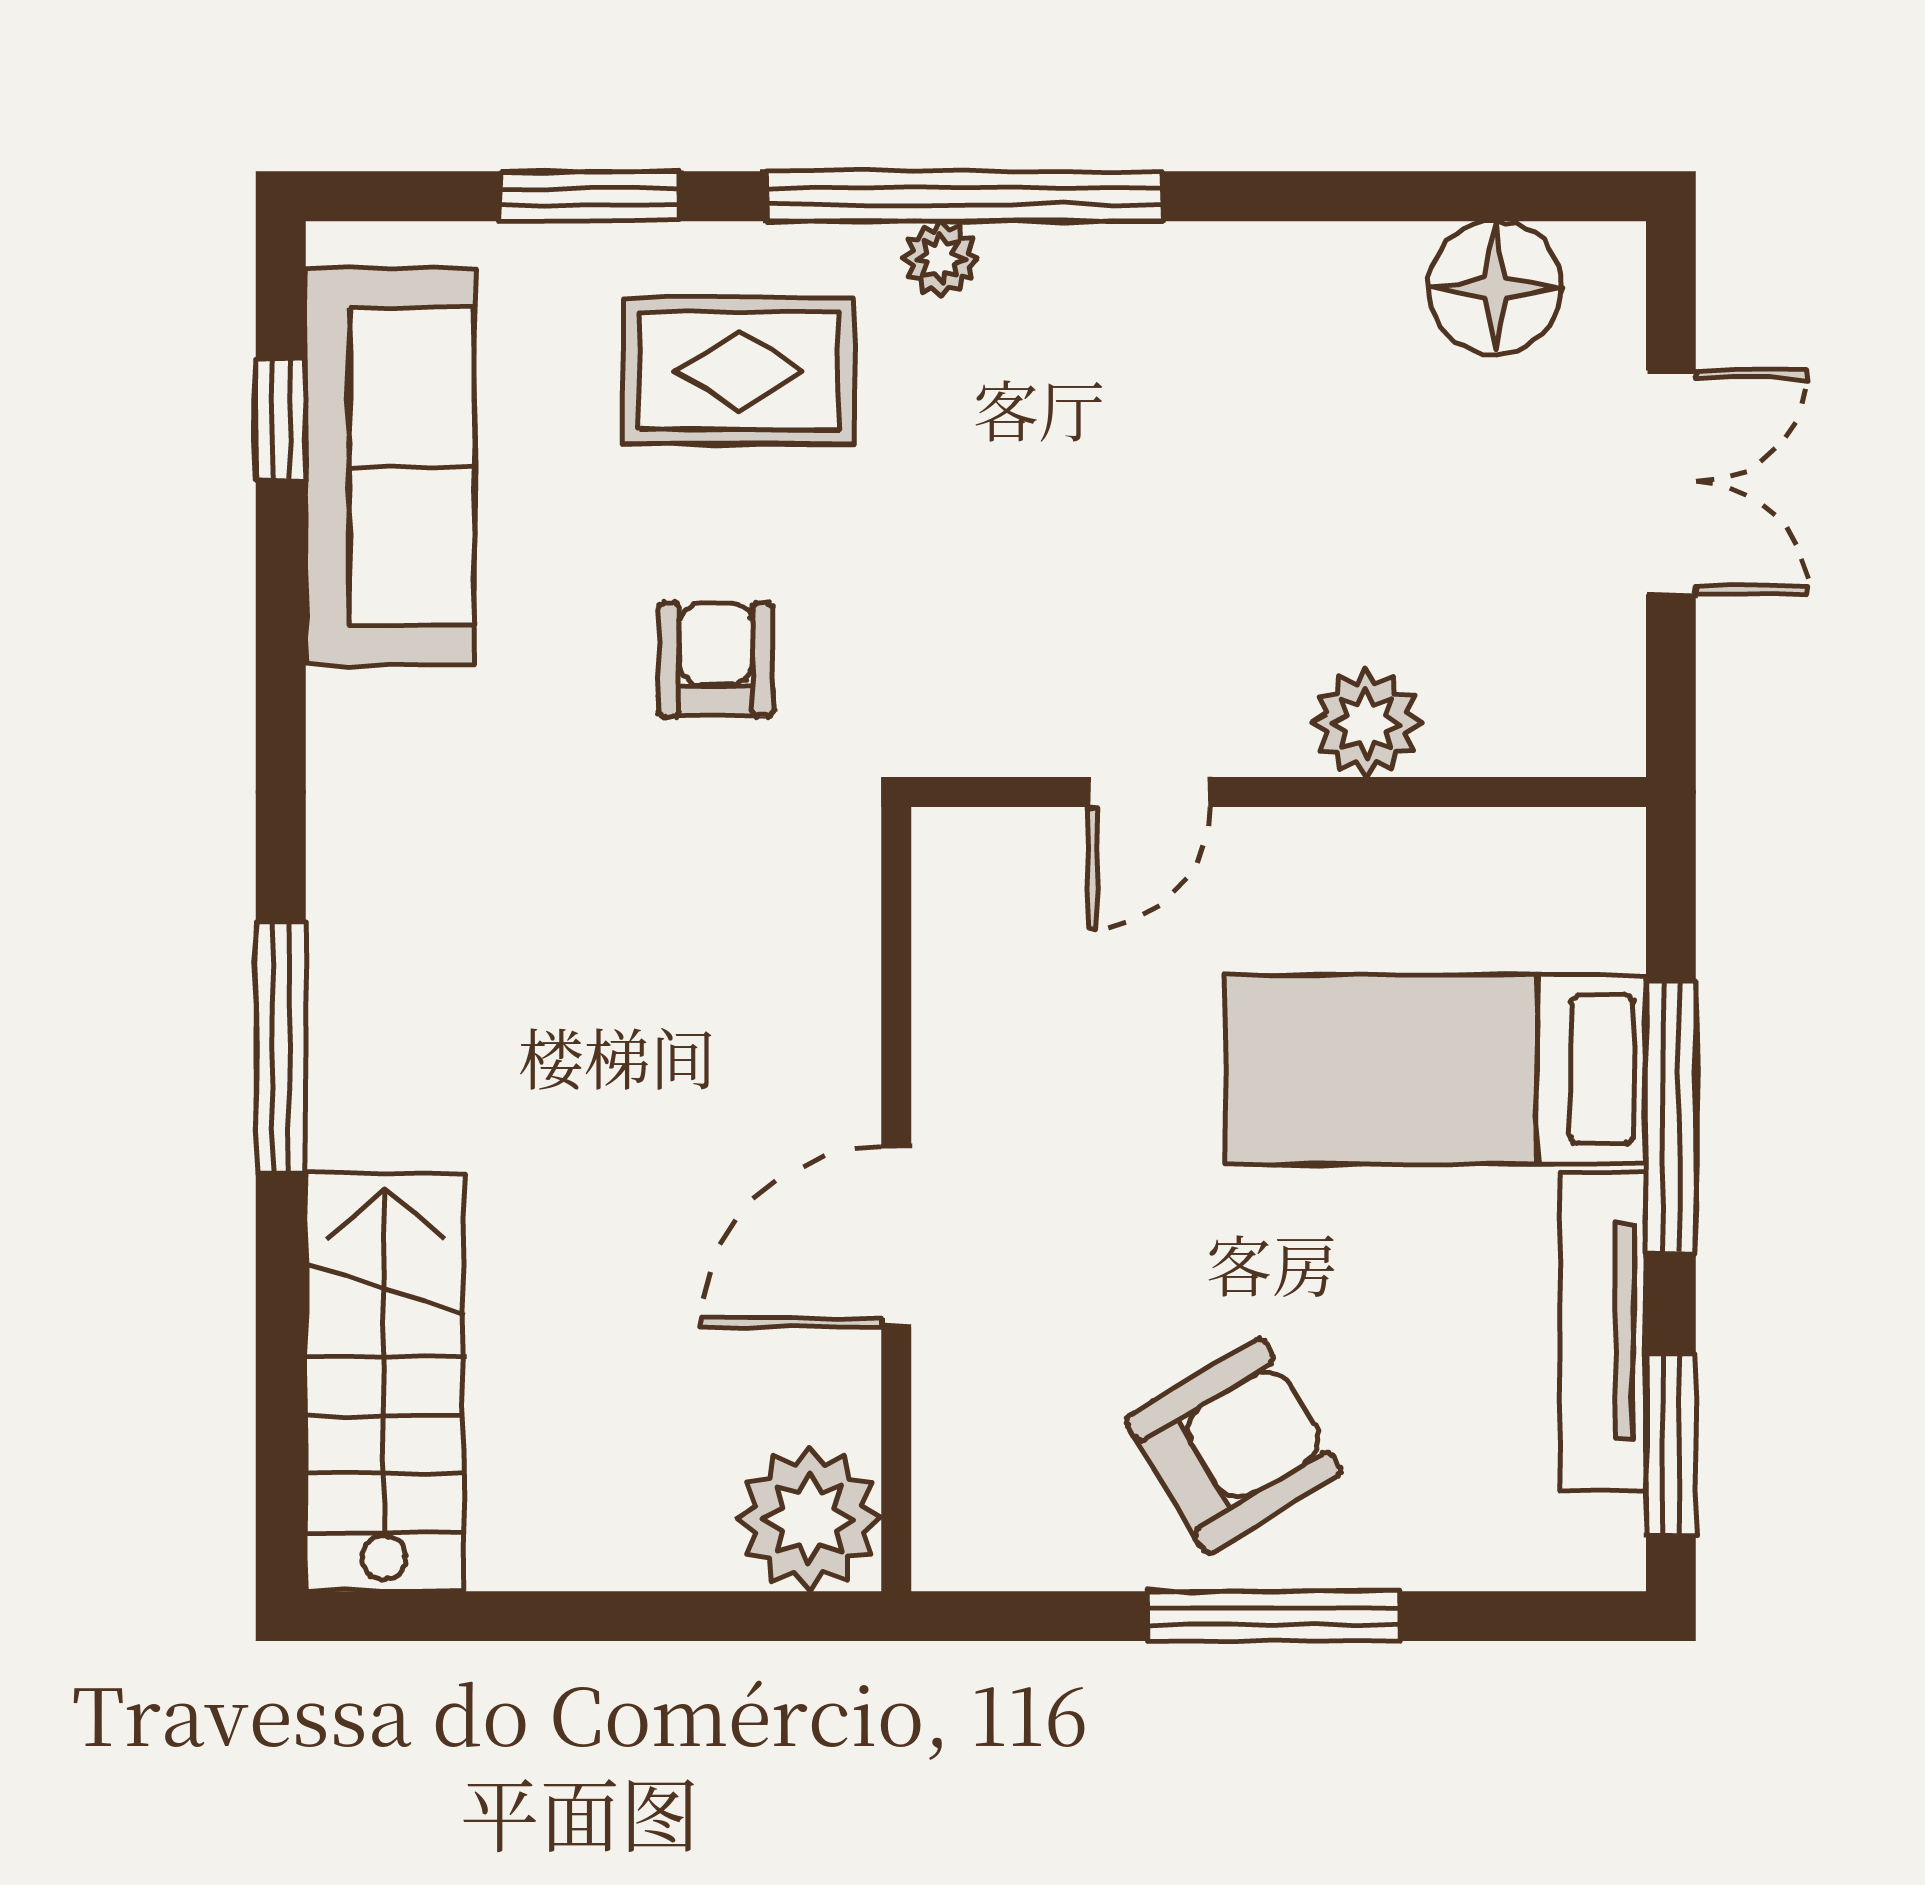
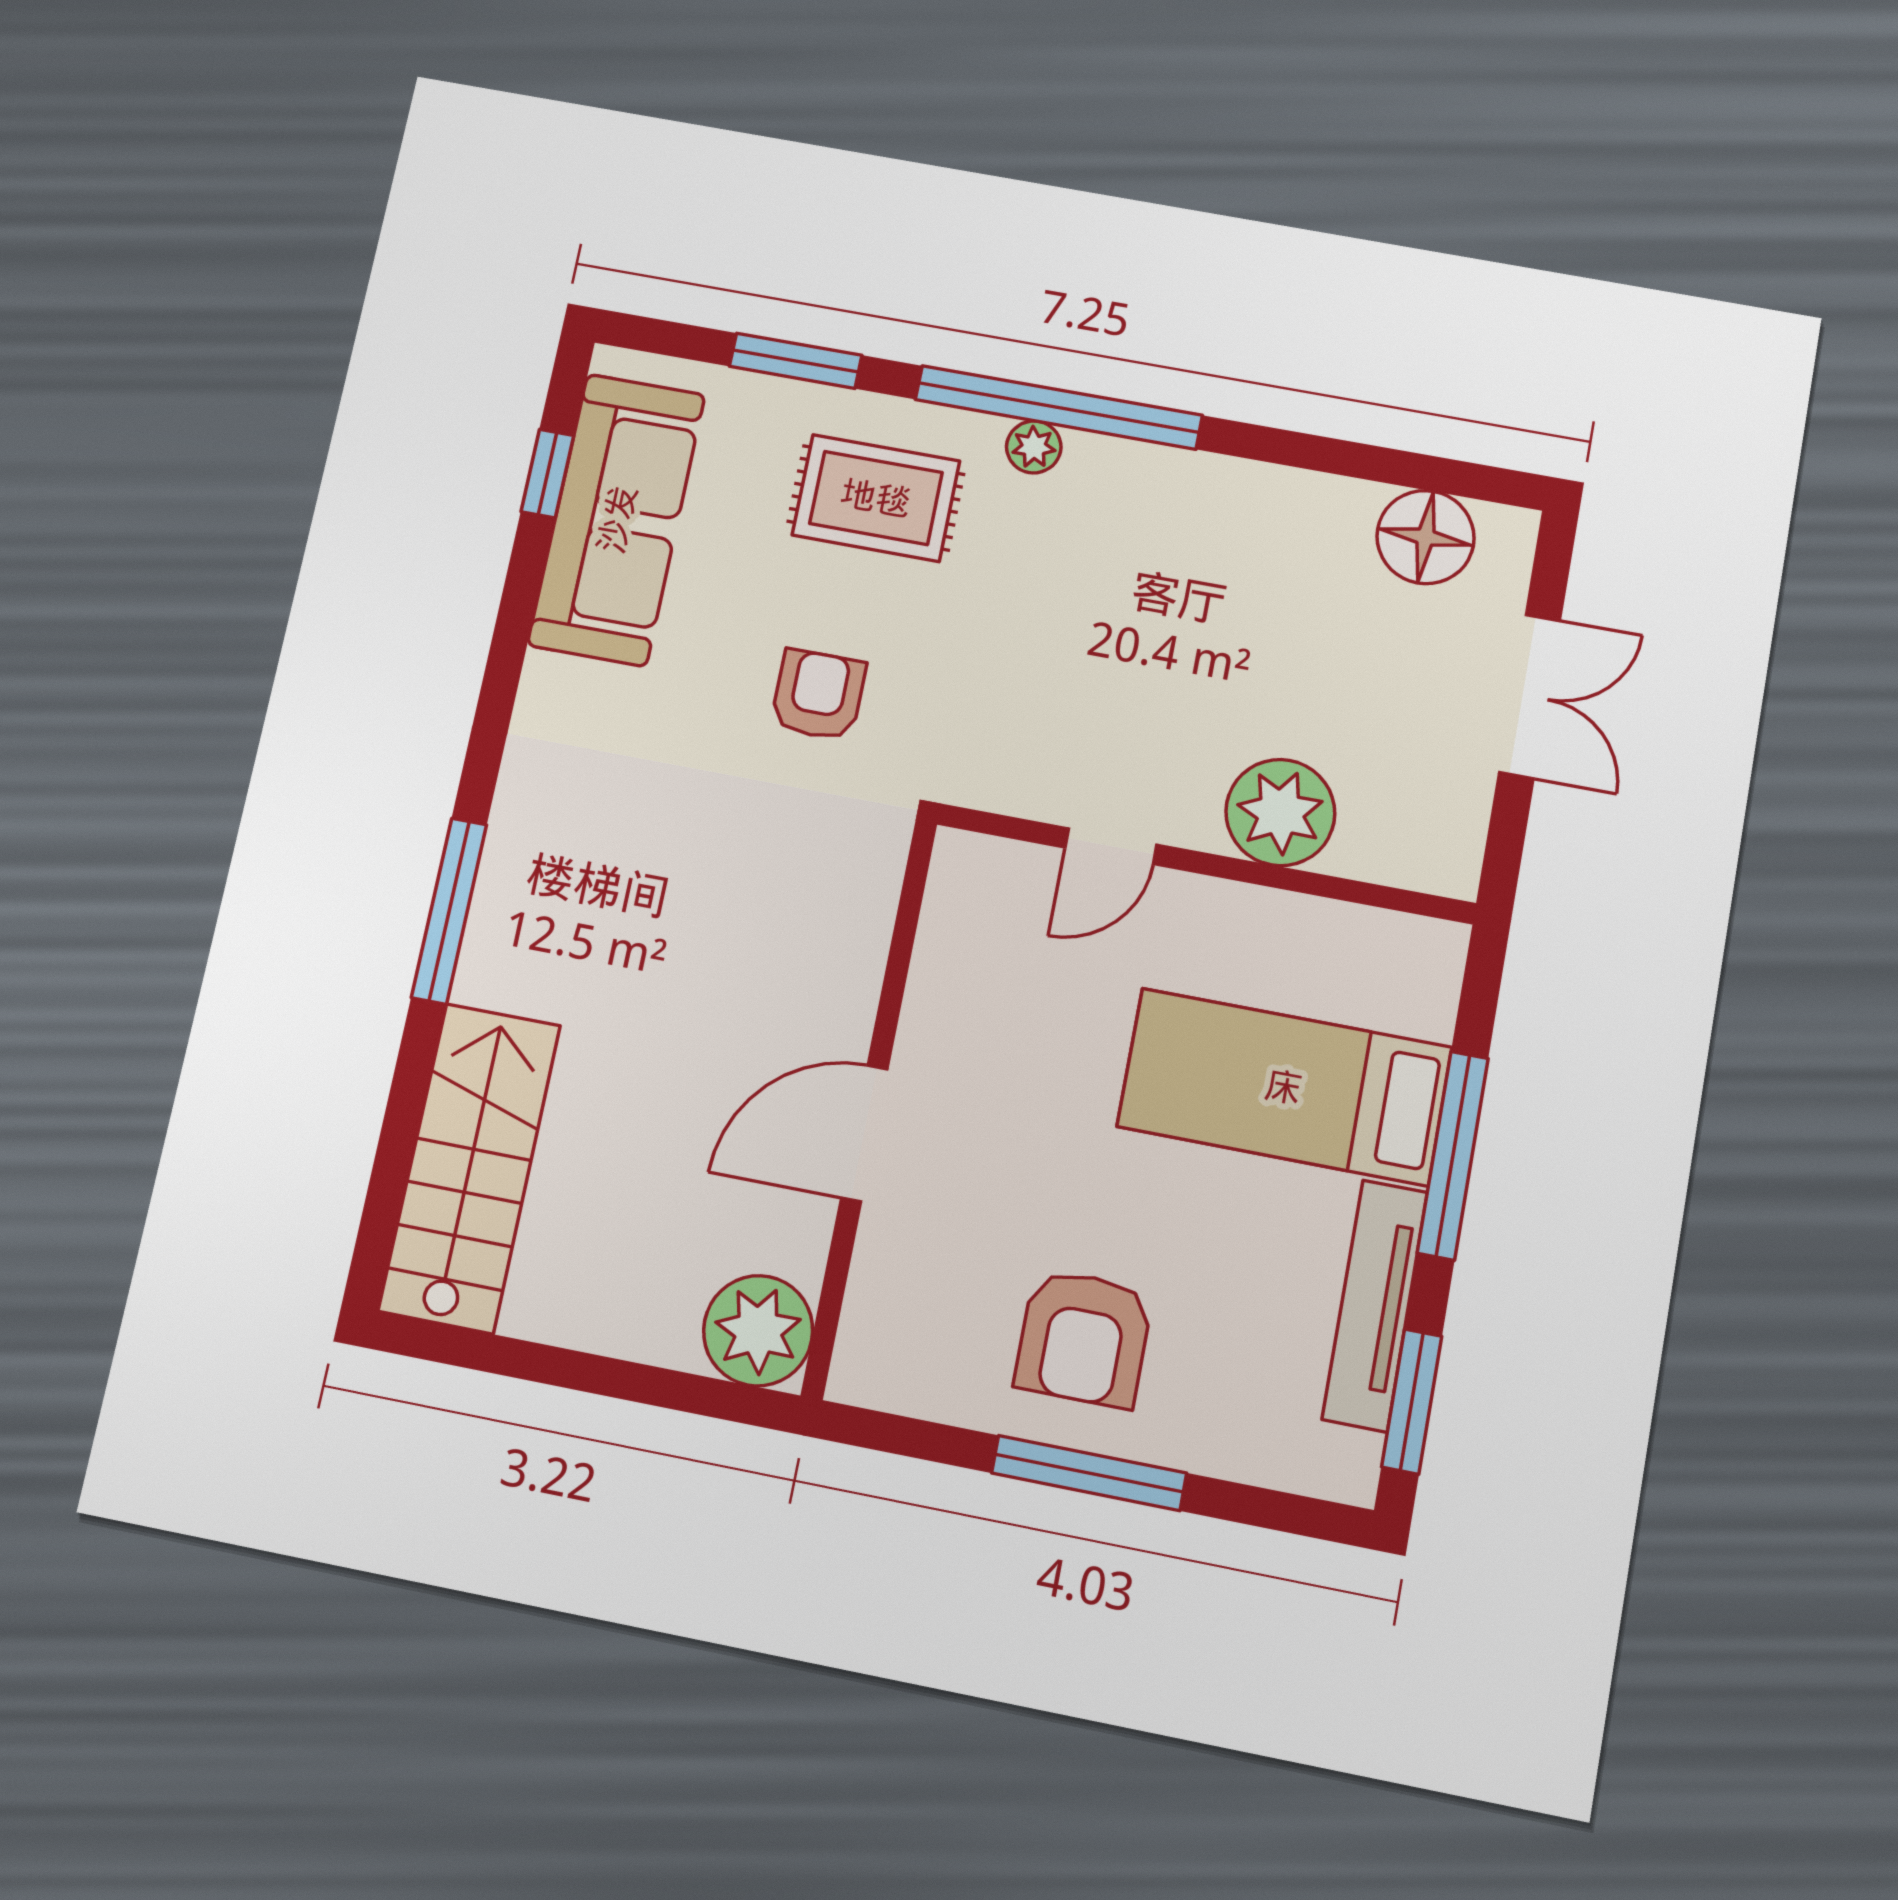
plant: (1366, 723) -> (1280, 812), width x1.36, depth x1.36
armchair: (1234, 1446) -> (1084, 1338), turned 121

